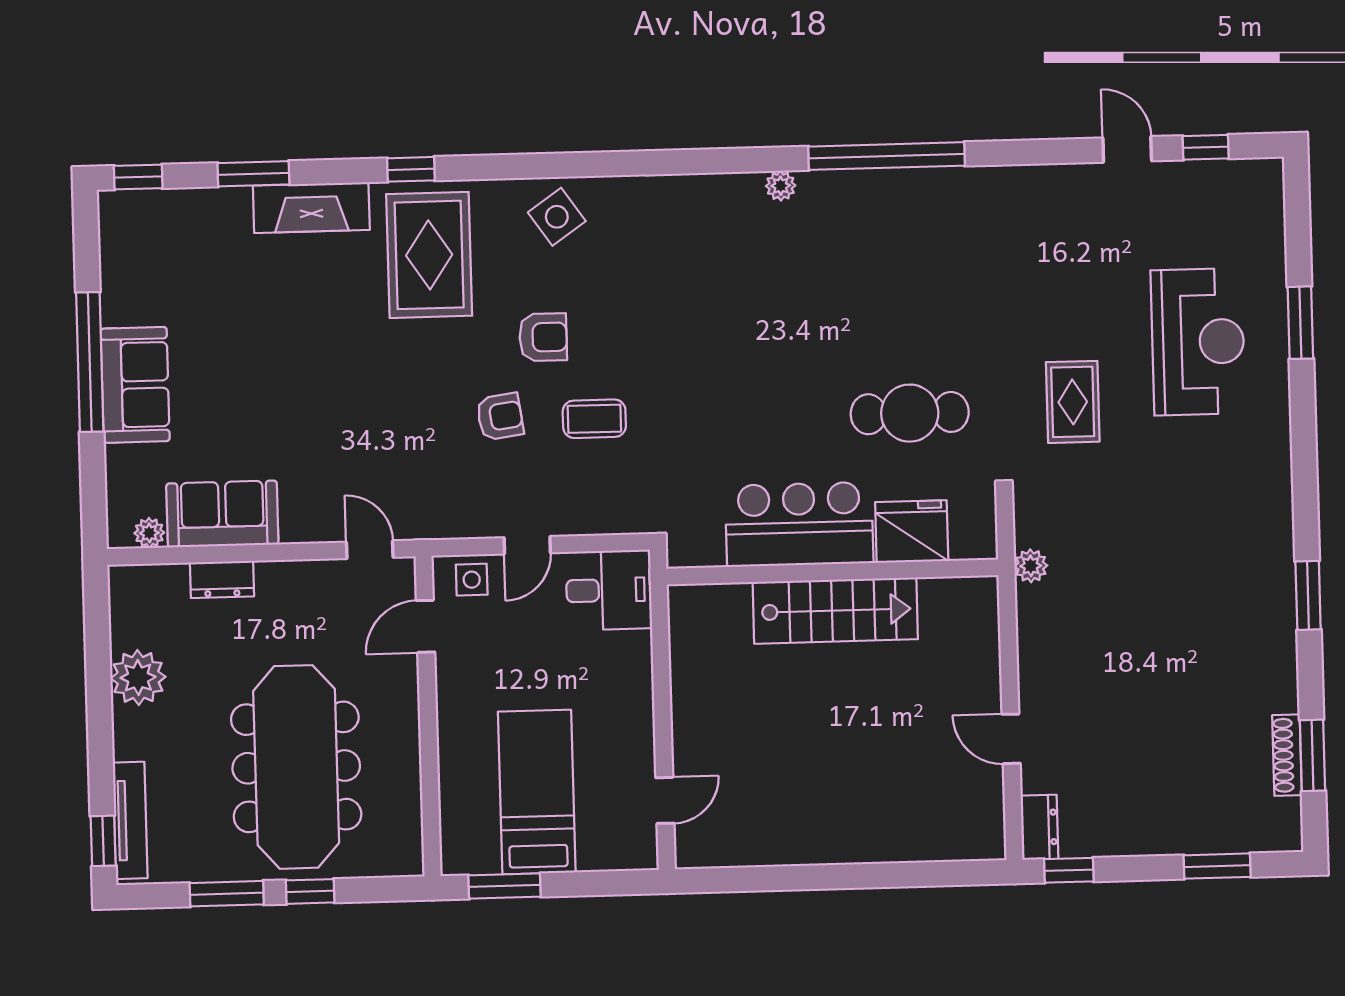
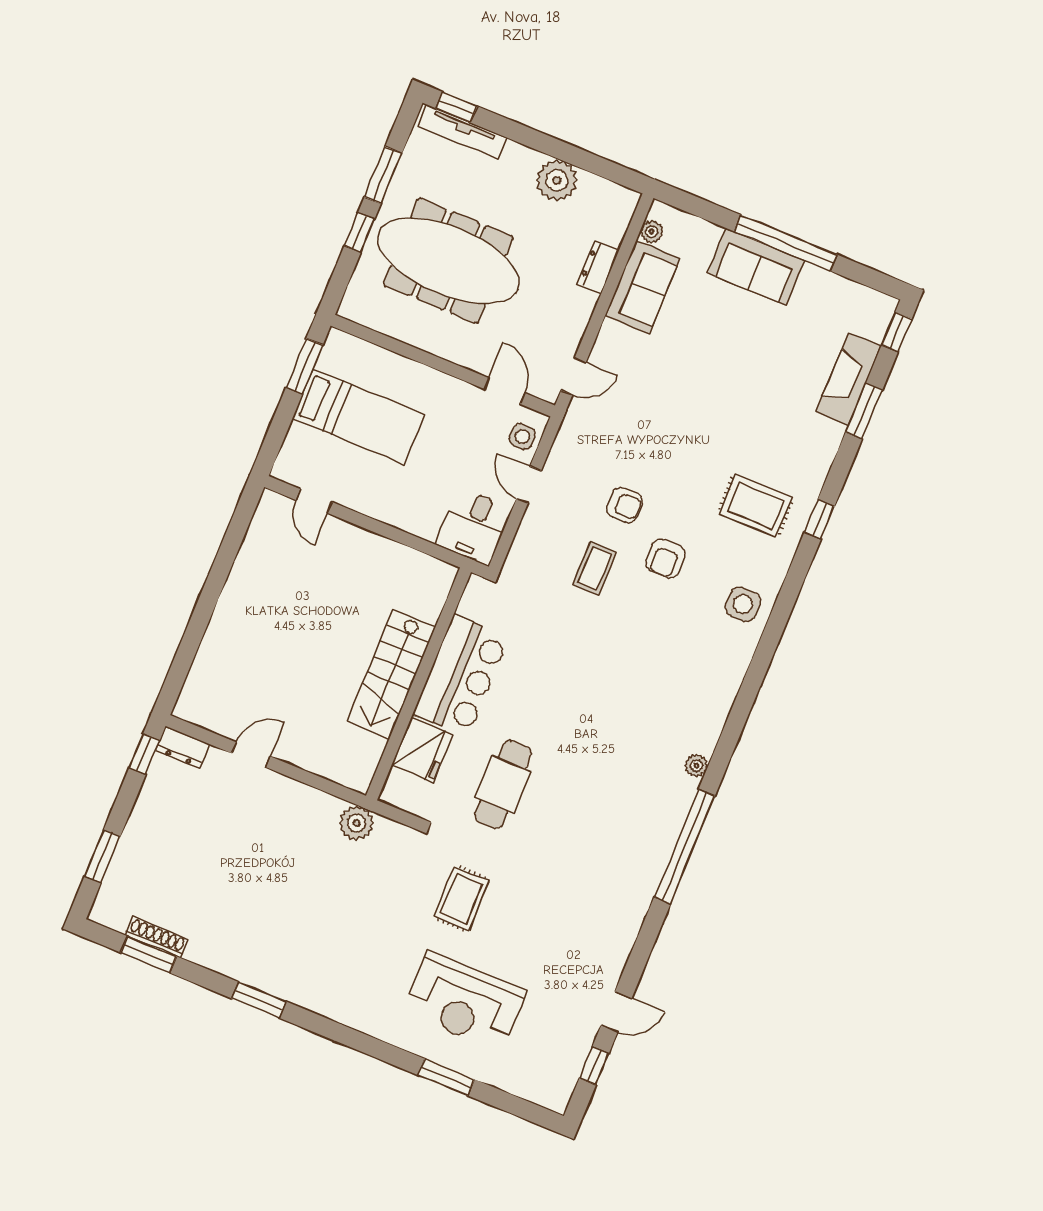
fireplace: (311, 208) -> (849, 379), moved
side table: (557, 217) -> (743, 604), turned 35
rug: (429, 255) -> (756, 506), width x0.73, depth x0.70
rug: (1073, 402) -> (461, 899), turned 90
armchair: (500, 417) -> (625, 505), turned -82
plant: (1031, 566) -> (357, 823), width x1.38, depth x1.38

